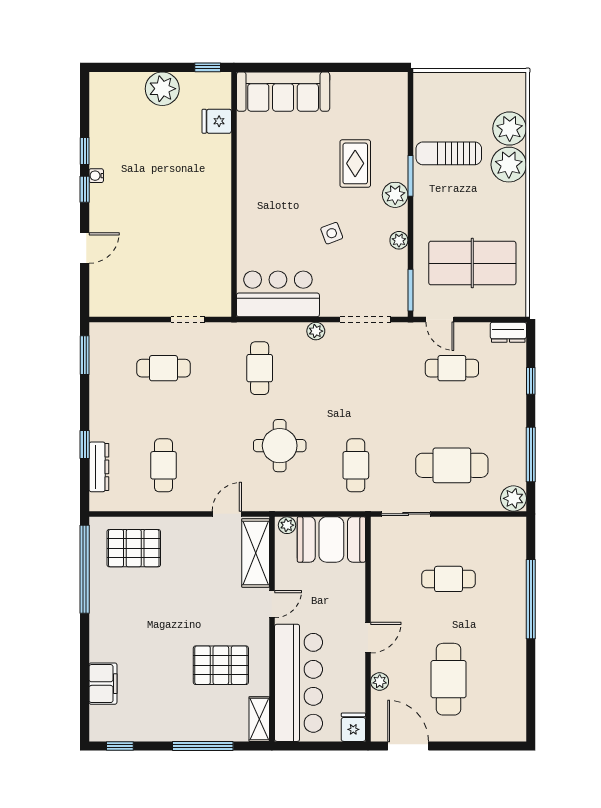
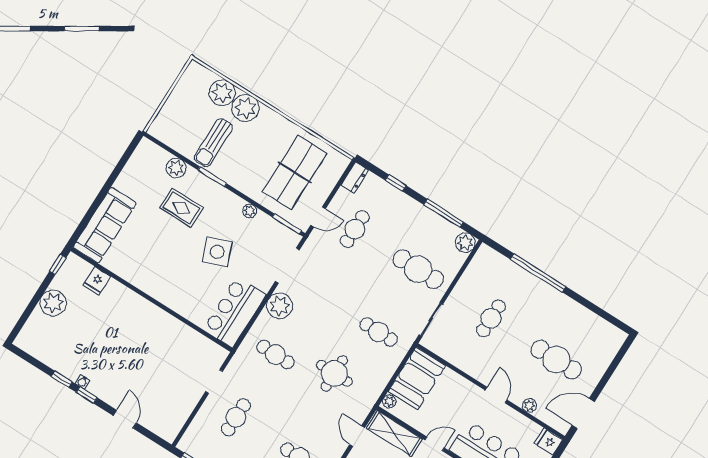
plant: (395, 195) -> (176, 168), moved
side table: (332, 233) -> (217, 252), width x1.87, depth x1.87
plant: (316, 331) -> (280, 306), width x1.88, depth x1.88
cafe table: (452, 465) -> (418, 269), turned 90
door: (272, 604) -> (435, 444), hinge flipped

